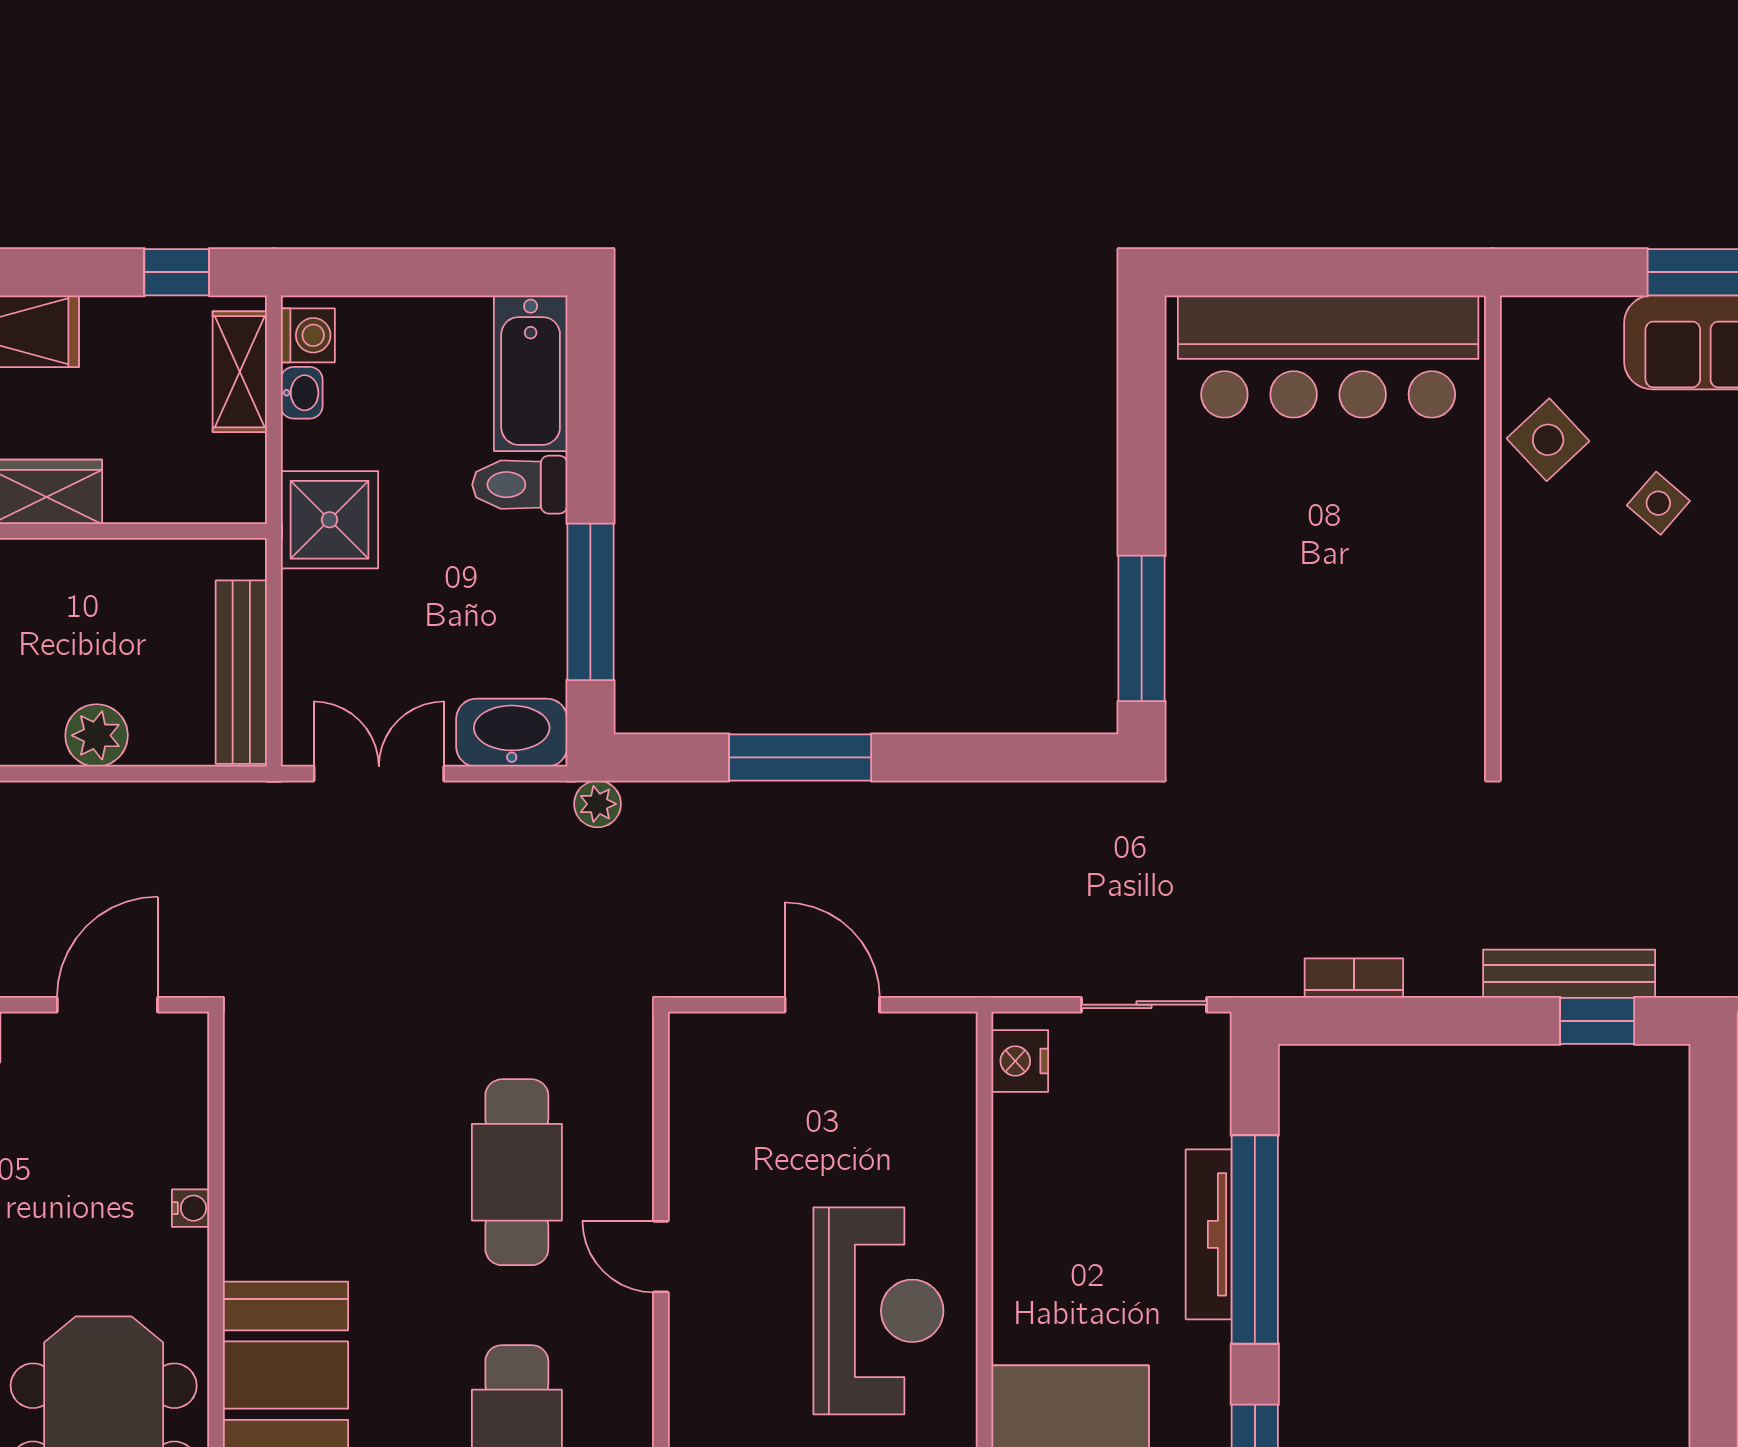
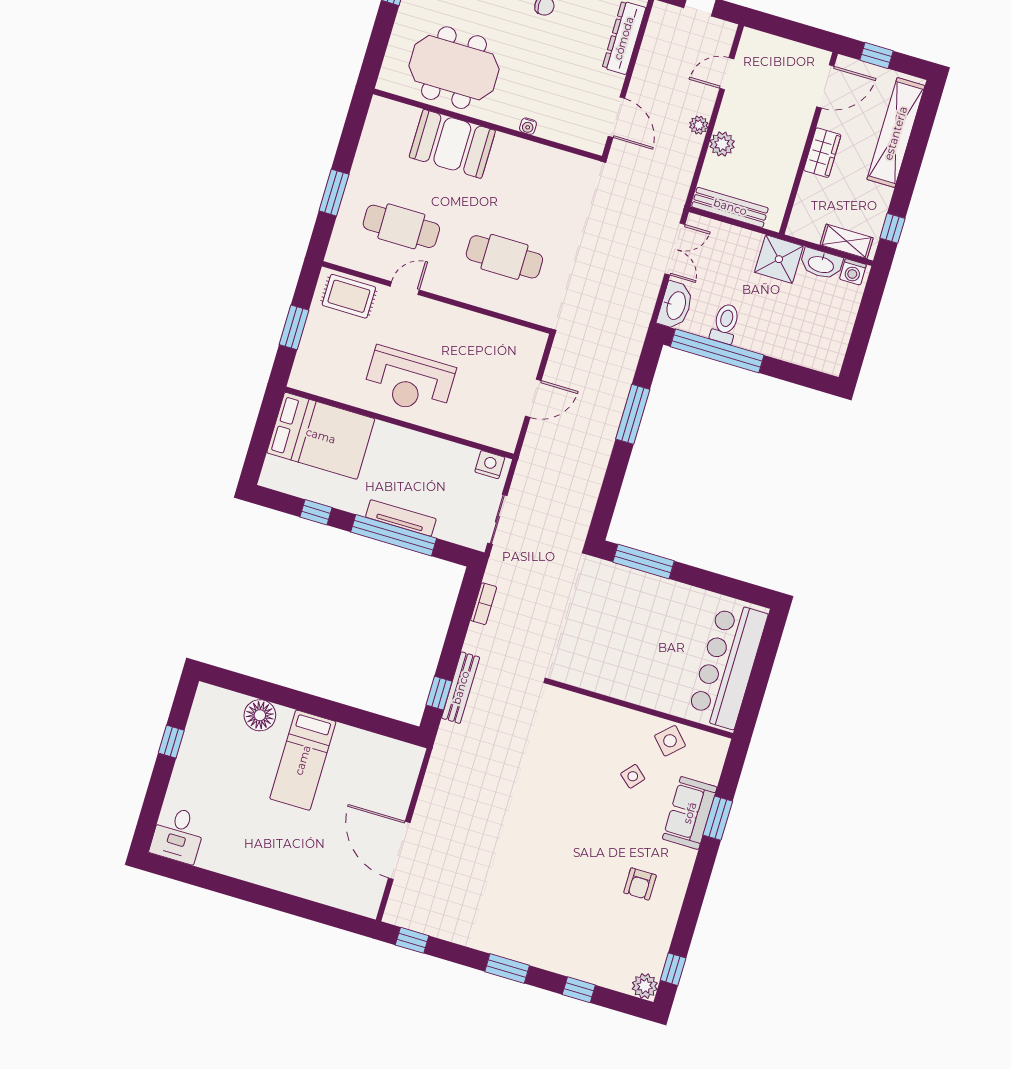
bathtub: (531, 373) -> (813, 354), removed
washbasin: (302, 393) -> (821, 264), width x1.91, depth x1.45
toilet: (520, 485) -> (725, 323), moved
window: (590, 602) -> (717, 351), width x1.46
plant: (598, 804) -> (699, 125), moved
door: (661, 1257) -> (405, 288), moved

